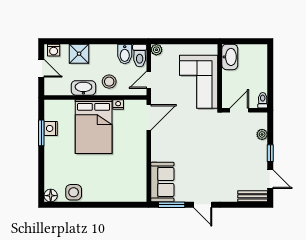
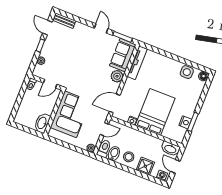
stool: (109, 82) -> (129, 157), moved
washbasin: (83, 88) -> (170, 149), moved
plant: (159, 153) -> (117, 76), added
tv unit: (141, 180) -> (137, 63), added

